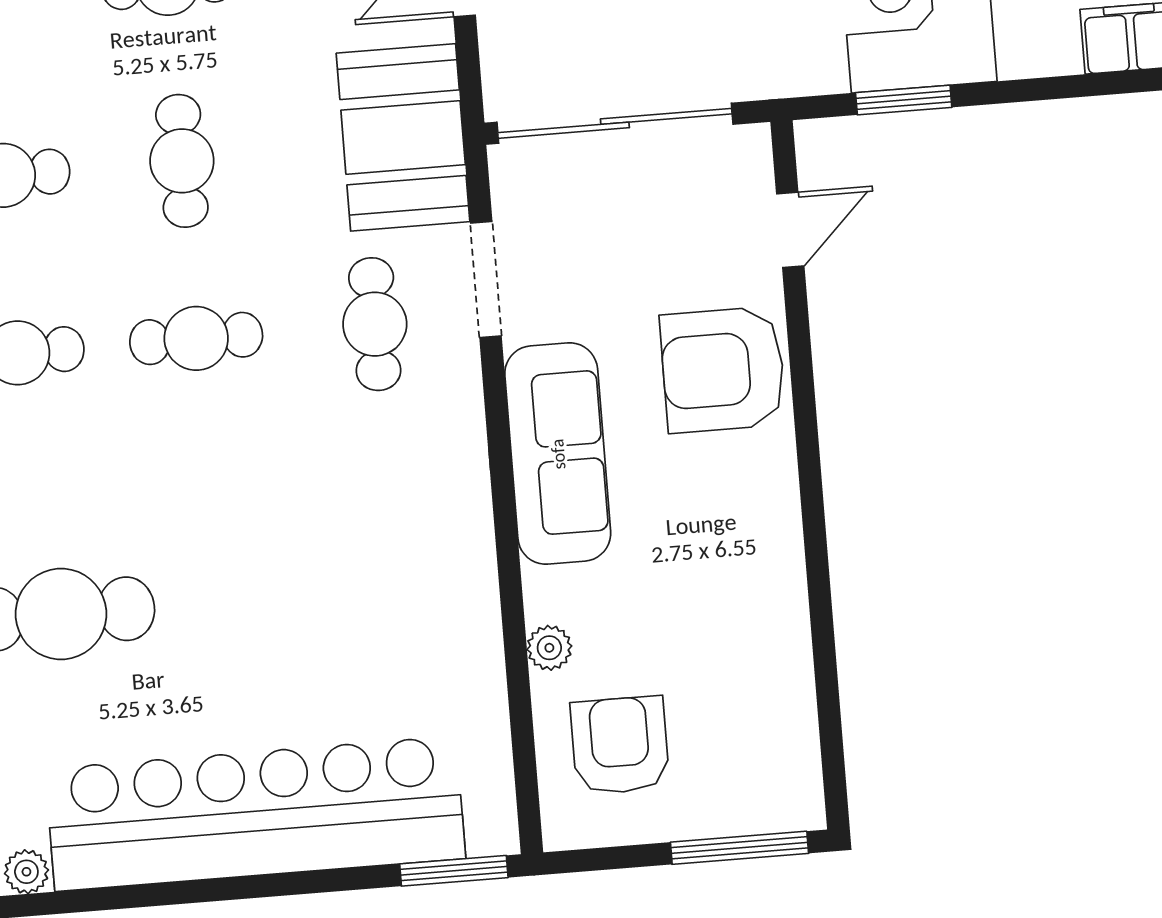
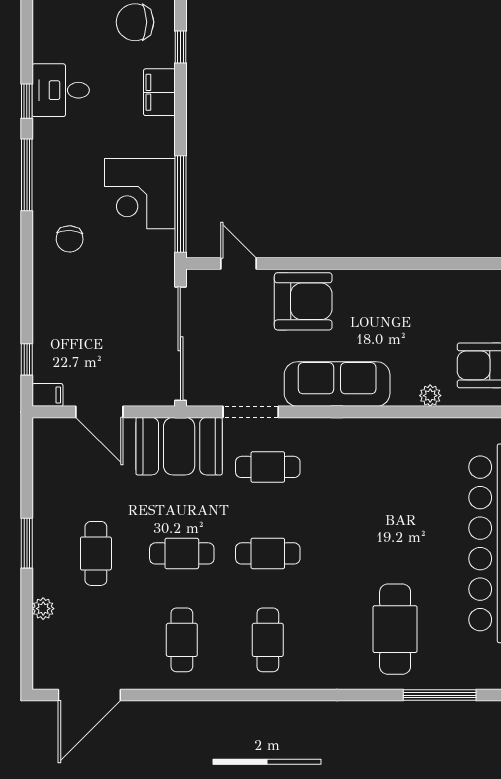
window: (904, 100) -> (180, 204), width x2.11
cafe table: (196, 338) -> (268, 553), turned 90
armchair: (723, 370) -> (303, 301), turned -90

